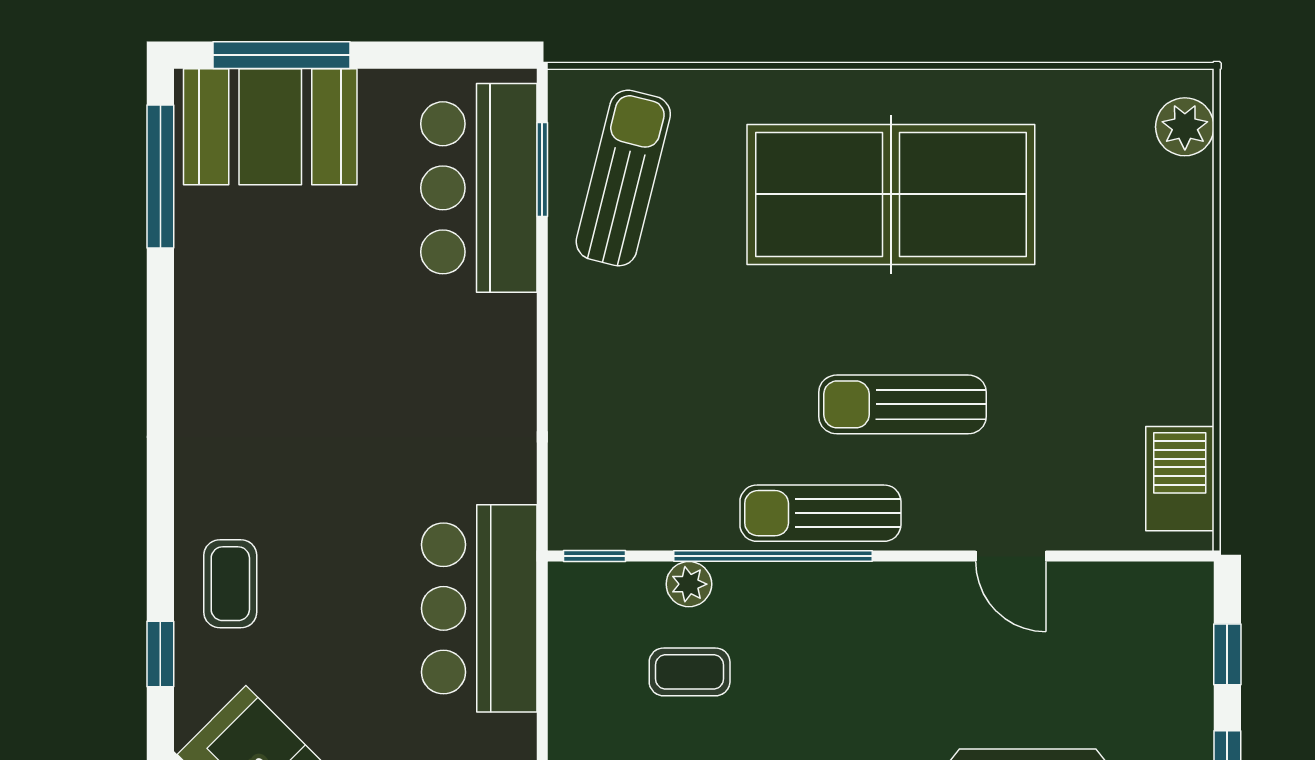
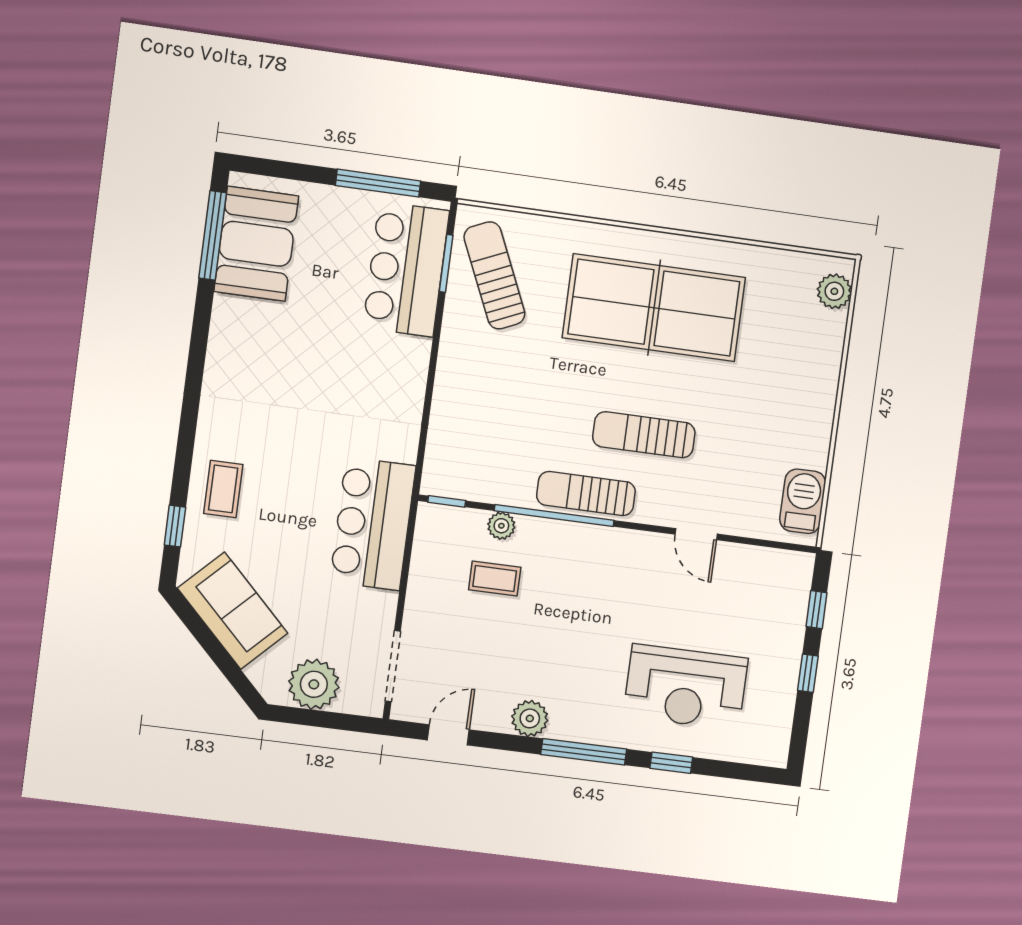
window: (281, 55) -> (378, 183), moved
booth: (270, 127) -> (256, 244), moved, turned 90
sun lounger: (623, 178) -> (494, 275), turned -38

